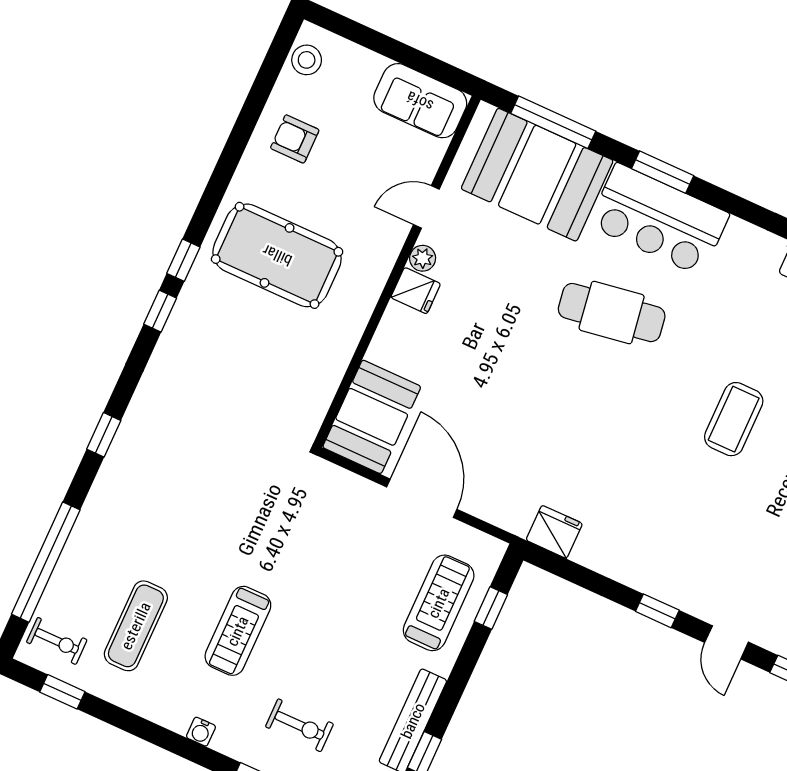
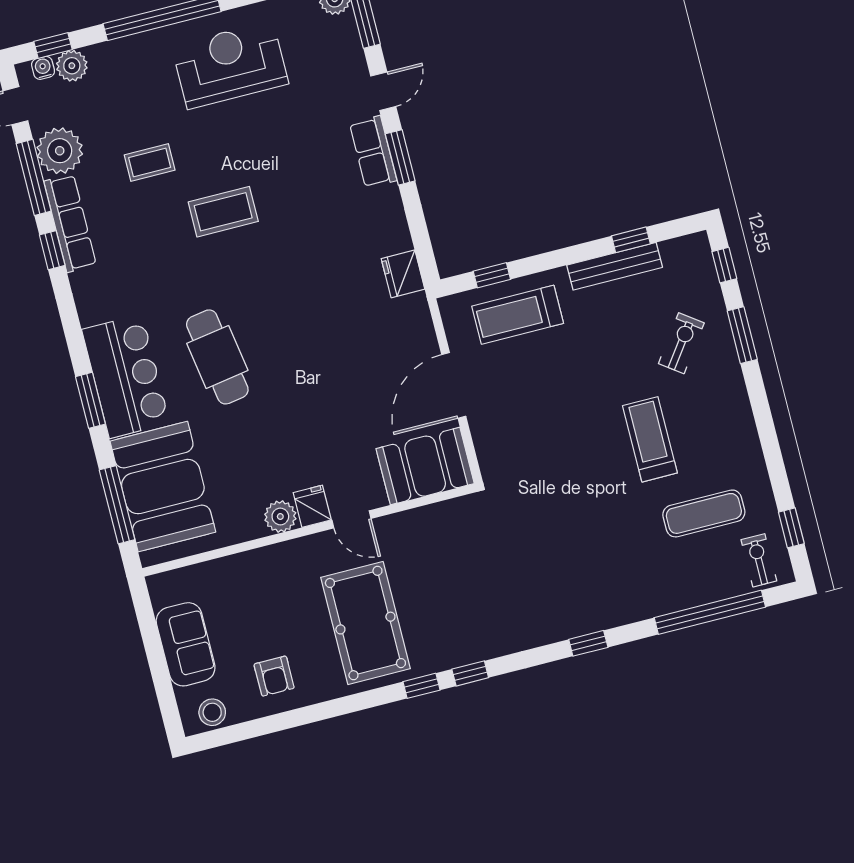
sofa: (420, 101) -> (186, 644), moved
door: (426, 207) -> (351, 519), moved
plant: (423, 258) -> (280, 517), width x1.38, depth x1.38
row of seats: (681, 591) -> (373, 152), added
window: (657, 611) -> (400, 157), width x1.50
treadmill: (238, 631) -> (650, 439), turned -90
exercise bike: (299, 725) -> (681, 343), turned 36
water cooler: (201, 732) -> (741, 408), removed

